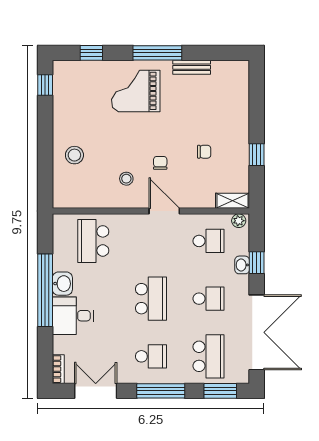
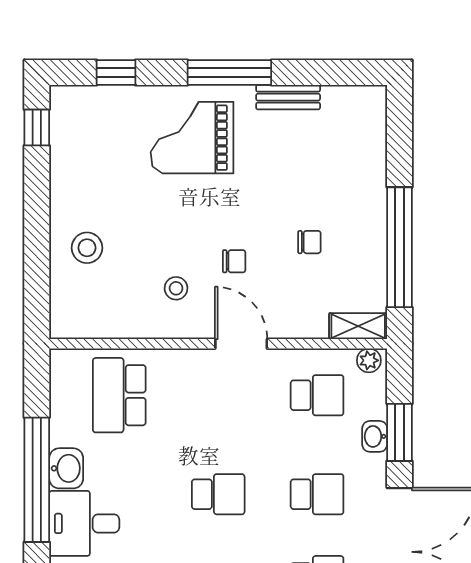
window: (257, 155) -> (400, 247), width x3.17
chair: (160, 163) -> (234, 261), turned 90
window: (257, 263) -> (400, 432), width x1.50
school desk: (151, 299) -> (218, 494), width x0.54

